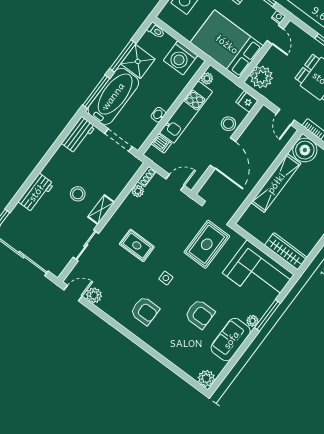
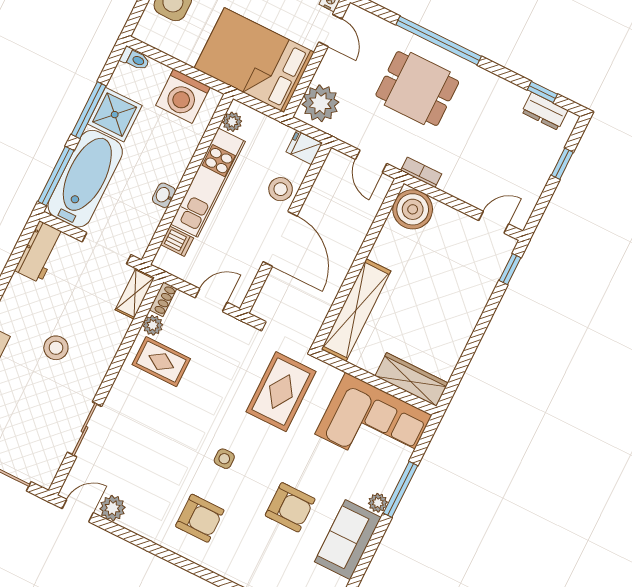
shelving: (276, 183) -> (356, 310), moved
shelving: (101, 210) -> (135, 294), moved
rug: (137, 245) -> (161, 362), moved

